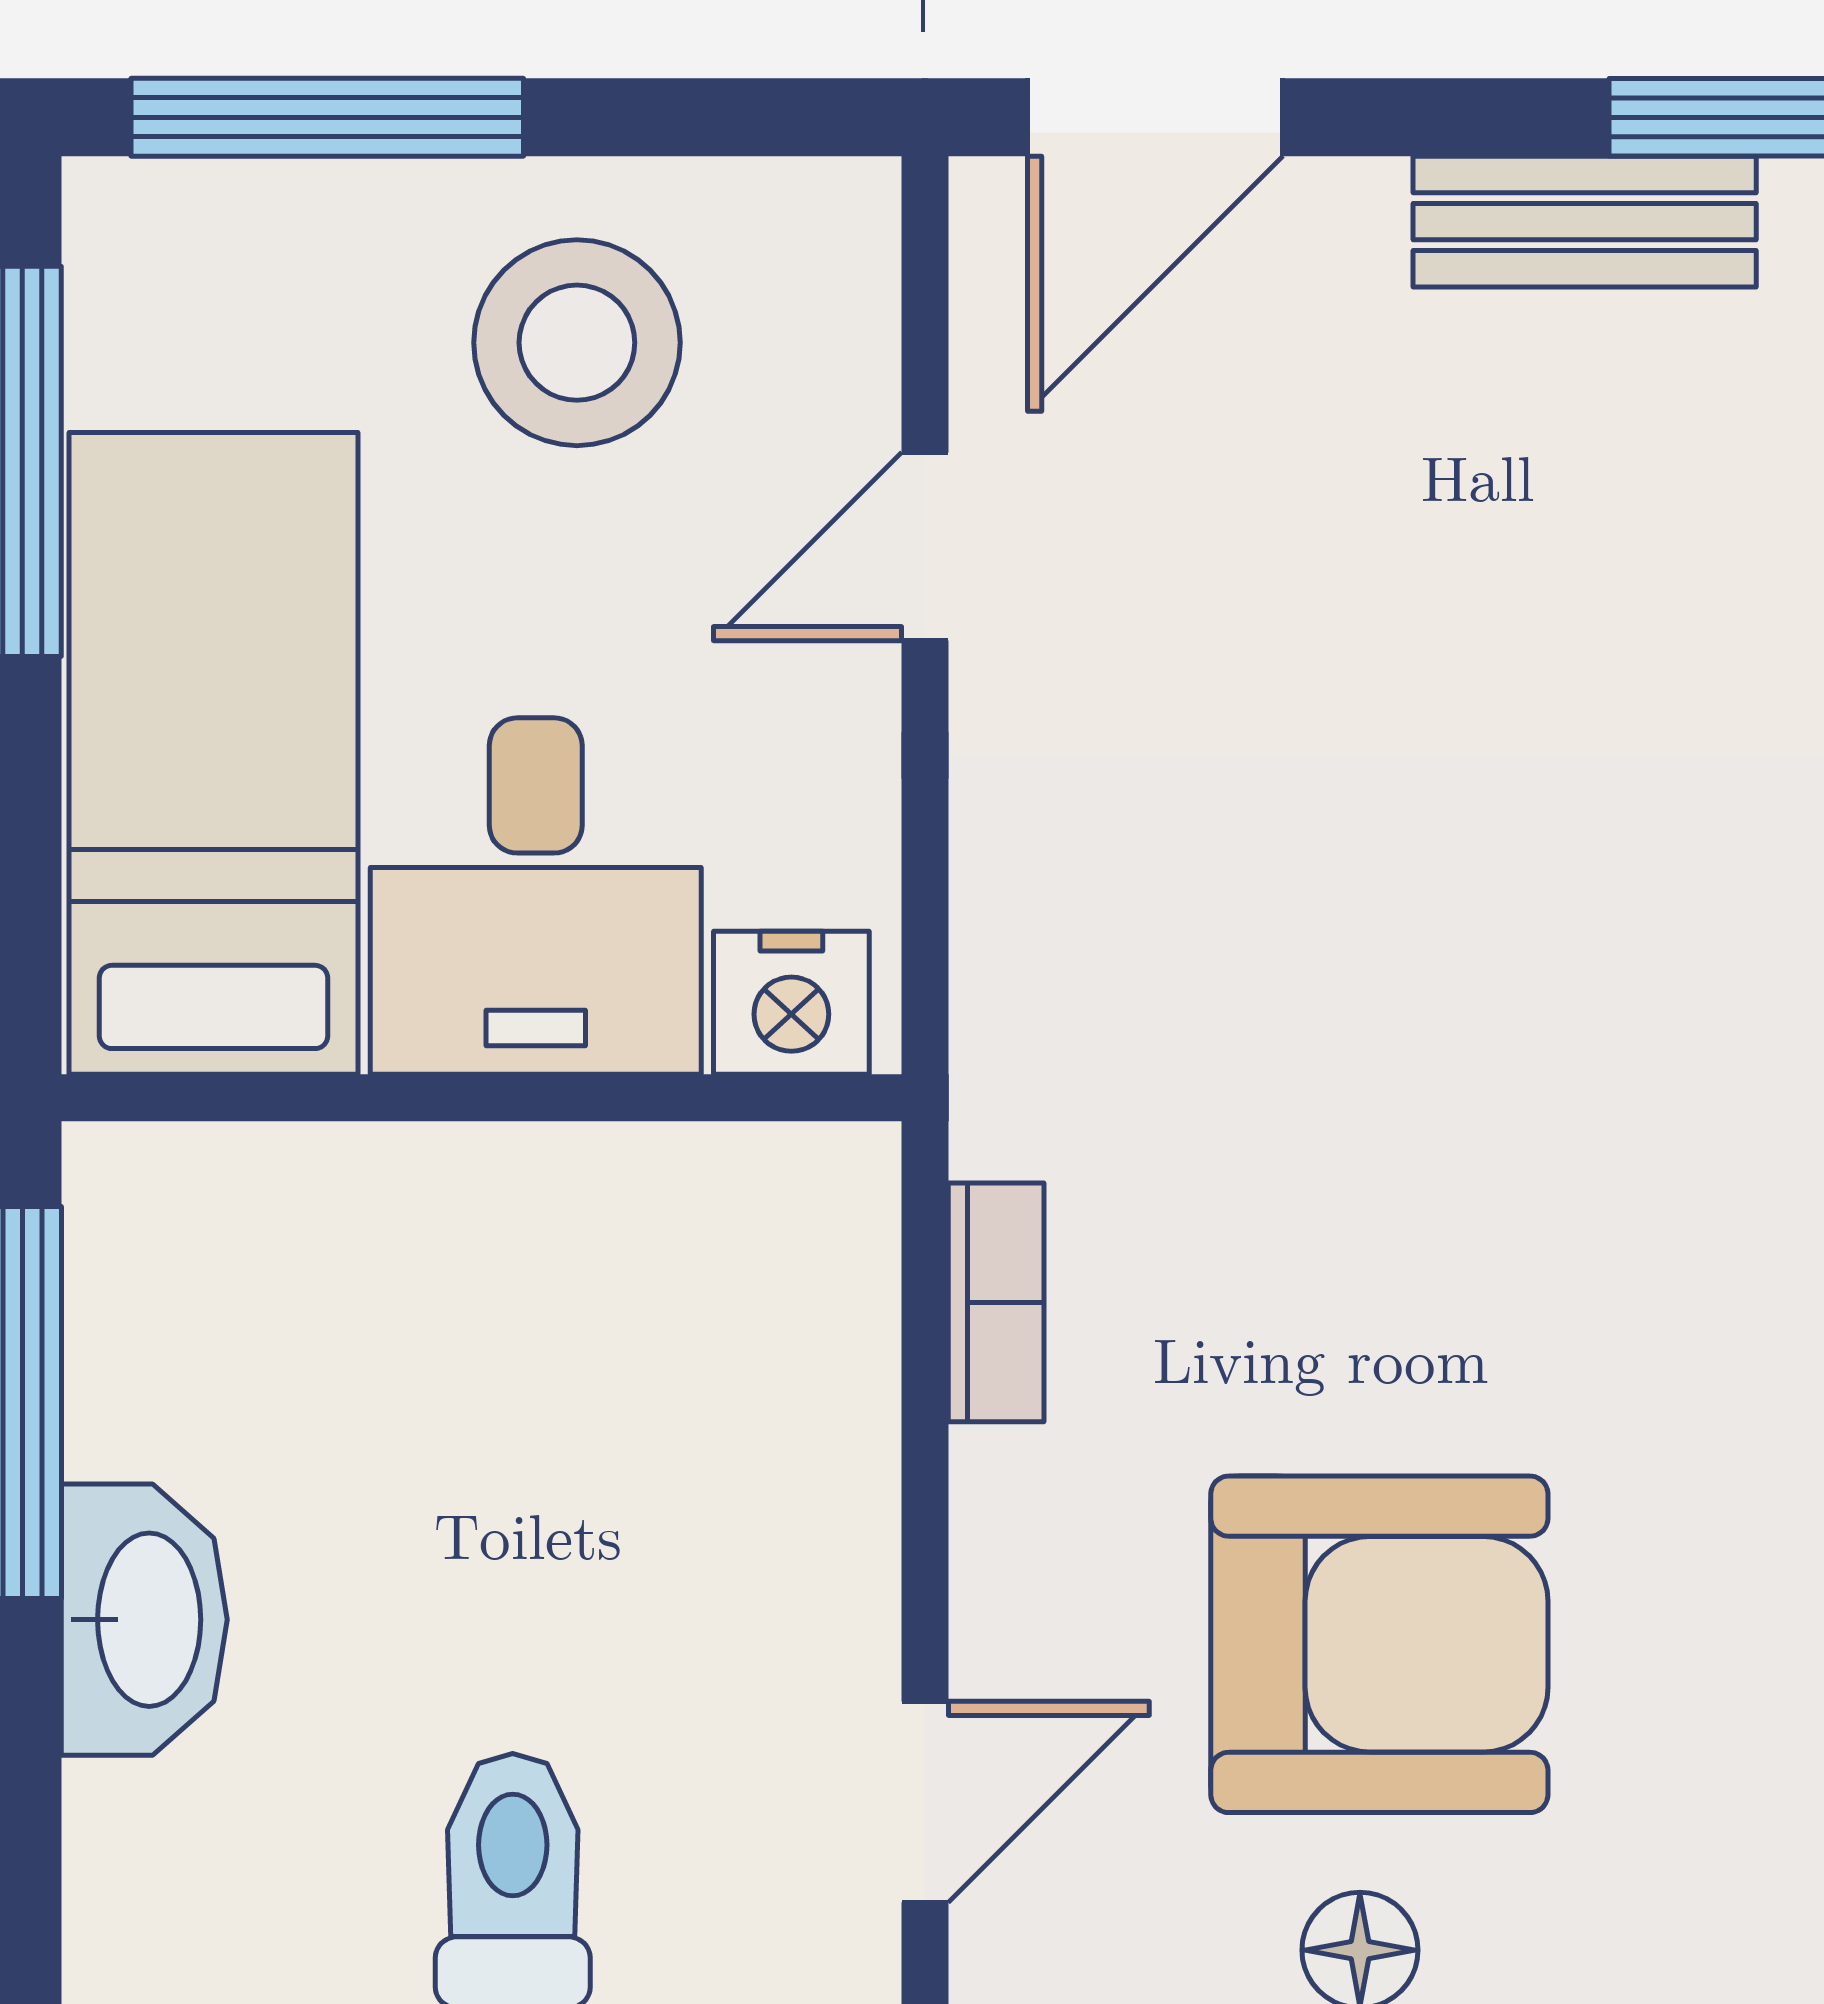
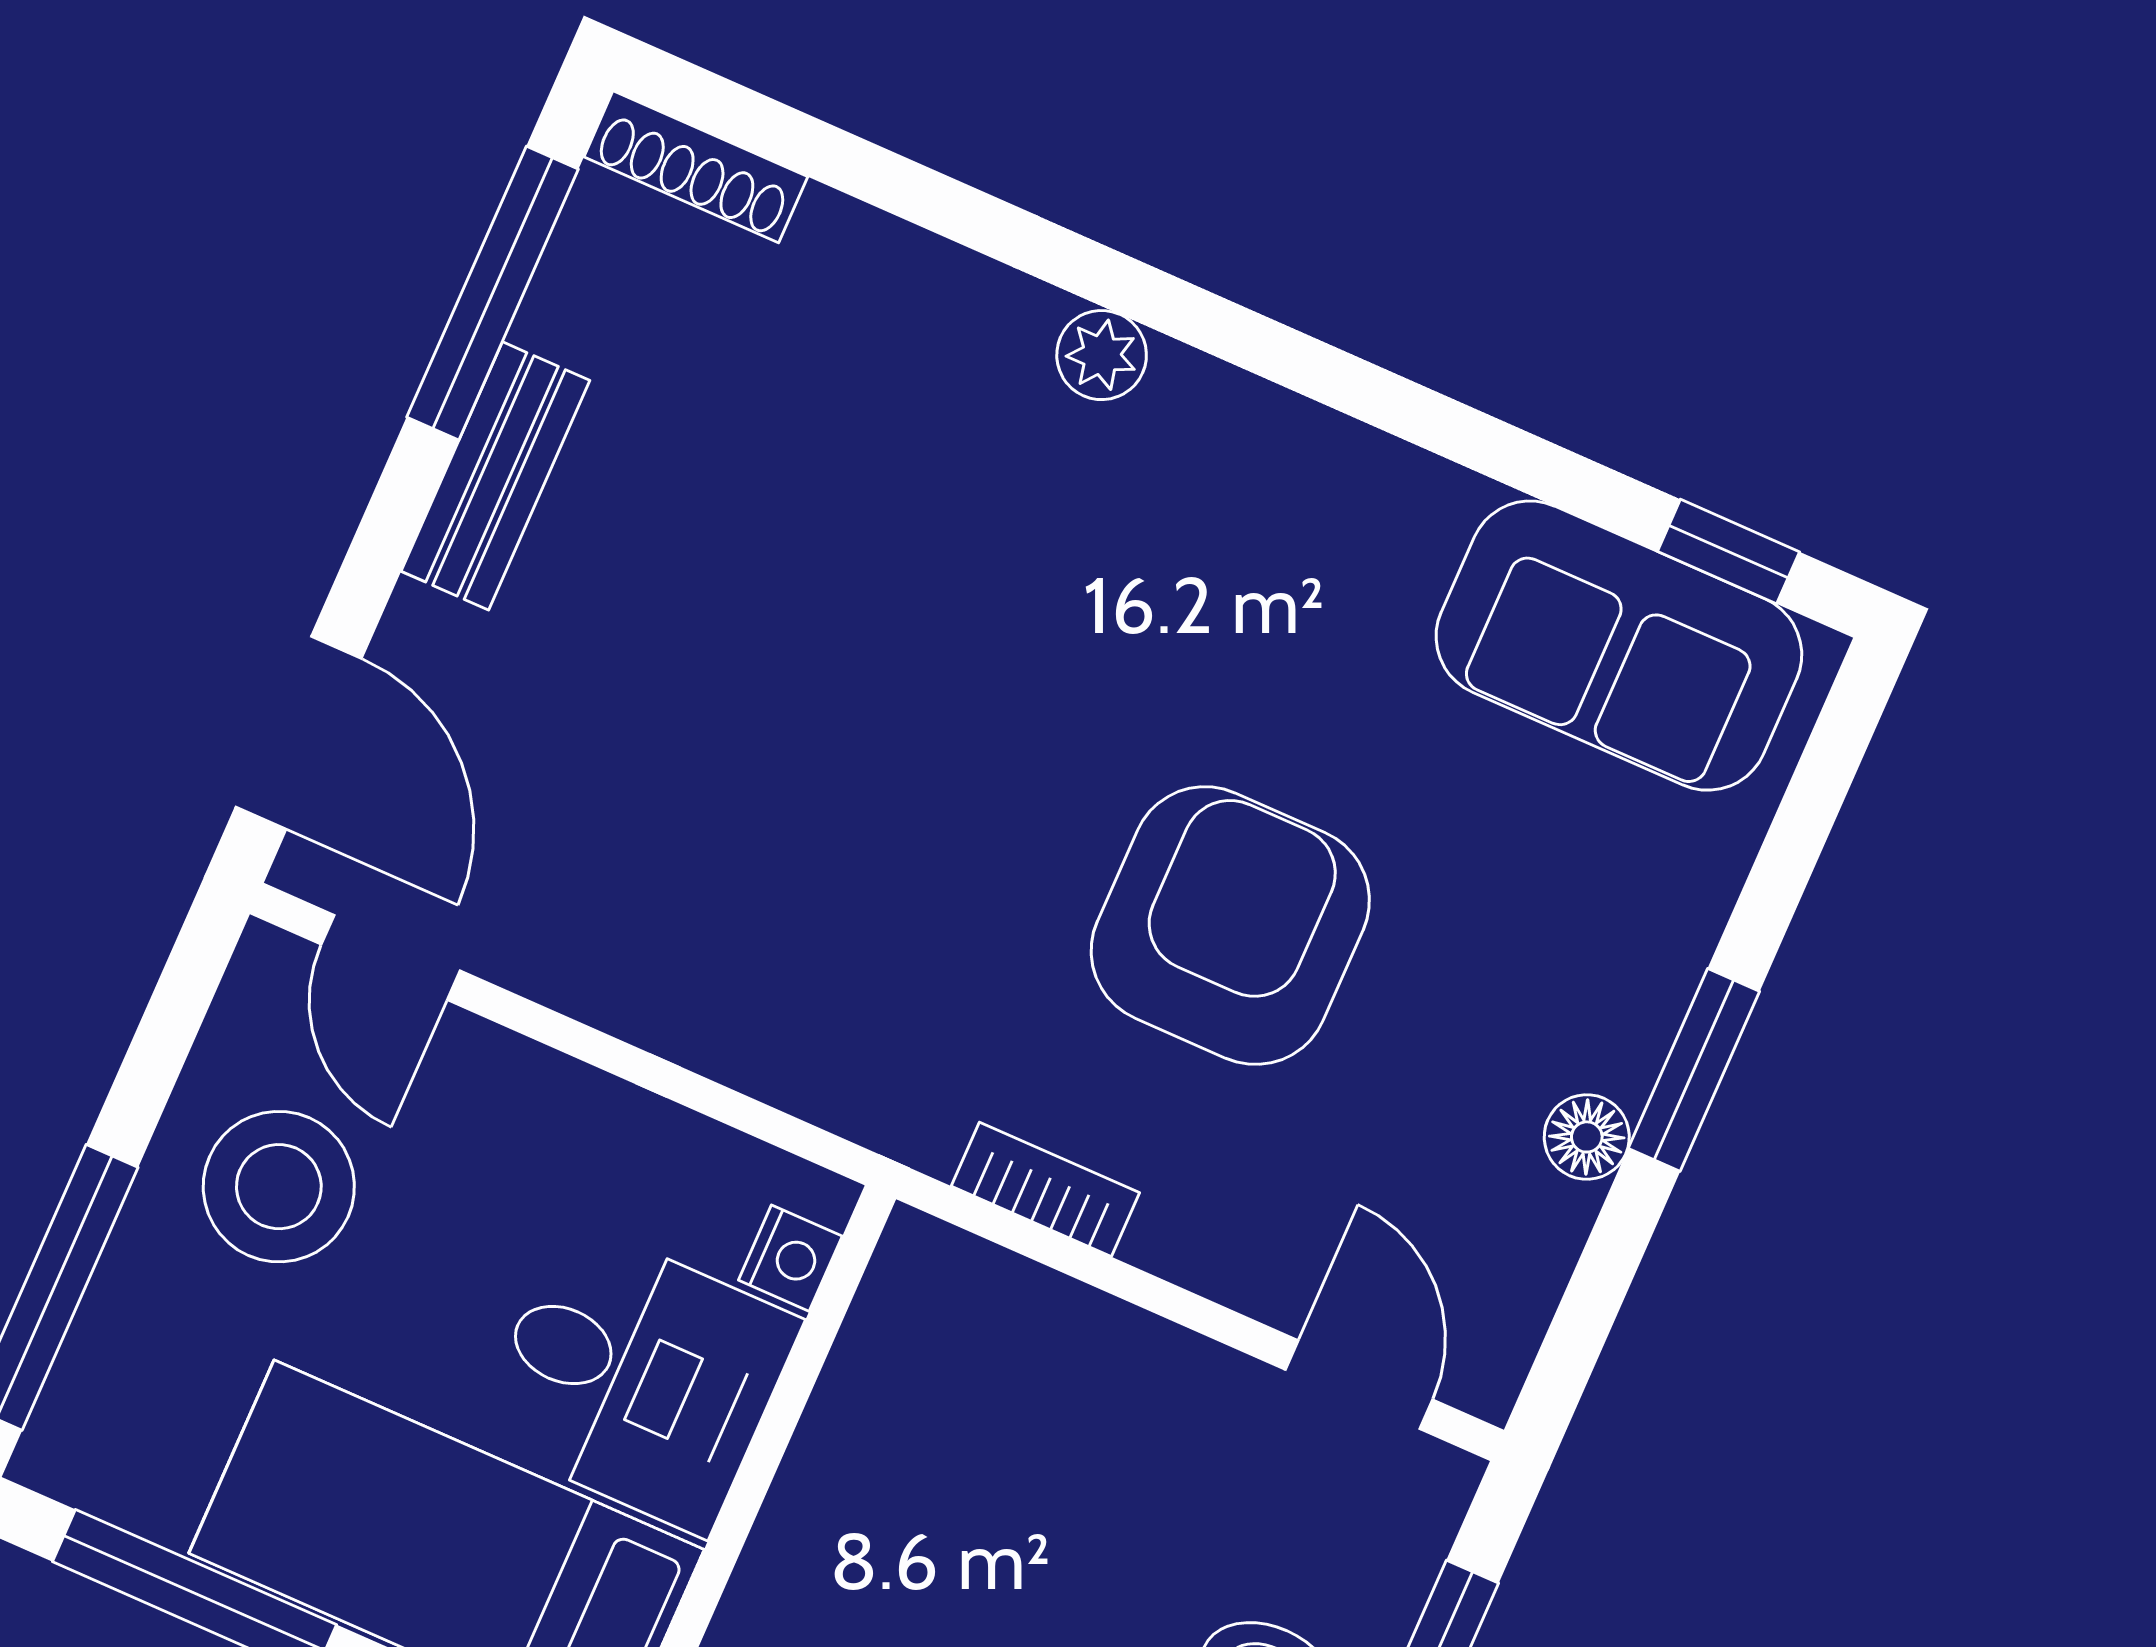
door: (925, 547) -> (391, 958), moved
nightstand: (791, 1003) -> (790, 1258), width x0.72, depth x0.74
armchair: (1379, 1644) -> (1230, 926), moved

